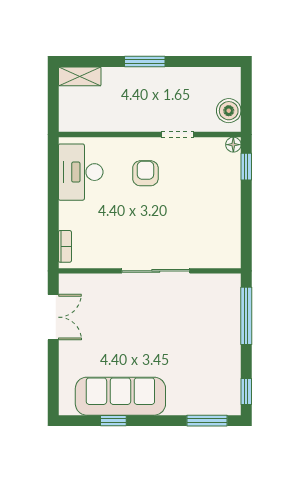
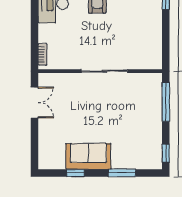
sofa: (120, 396) -> (88, 156), width x0.73
window: (207, 421) -> (122, 173), moved

